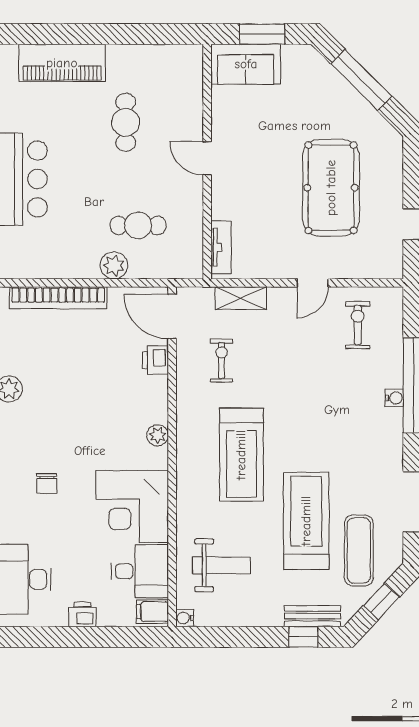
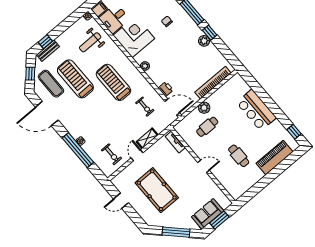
sofa: (246, 64) -> (208, 214), moved
shelving: (241, 298) -> (147, 138), moved
treadmill: (306, 521) -> (75, 79), turned 180

